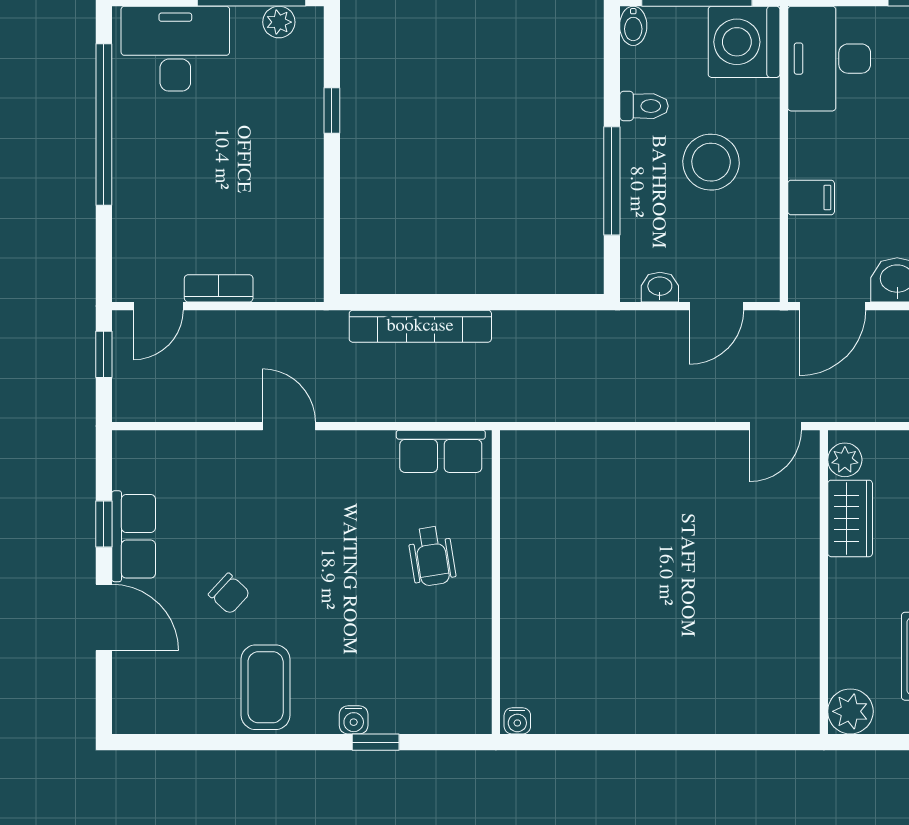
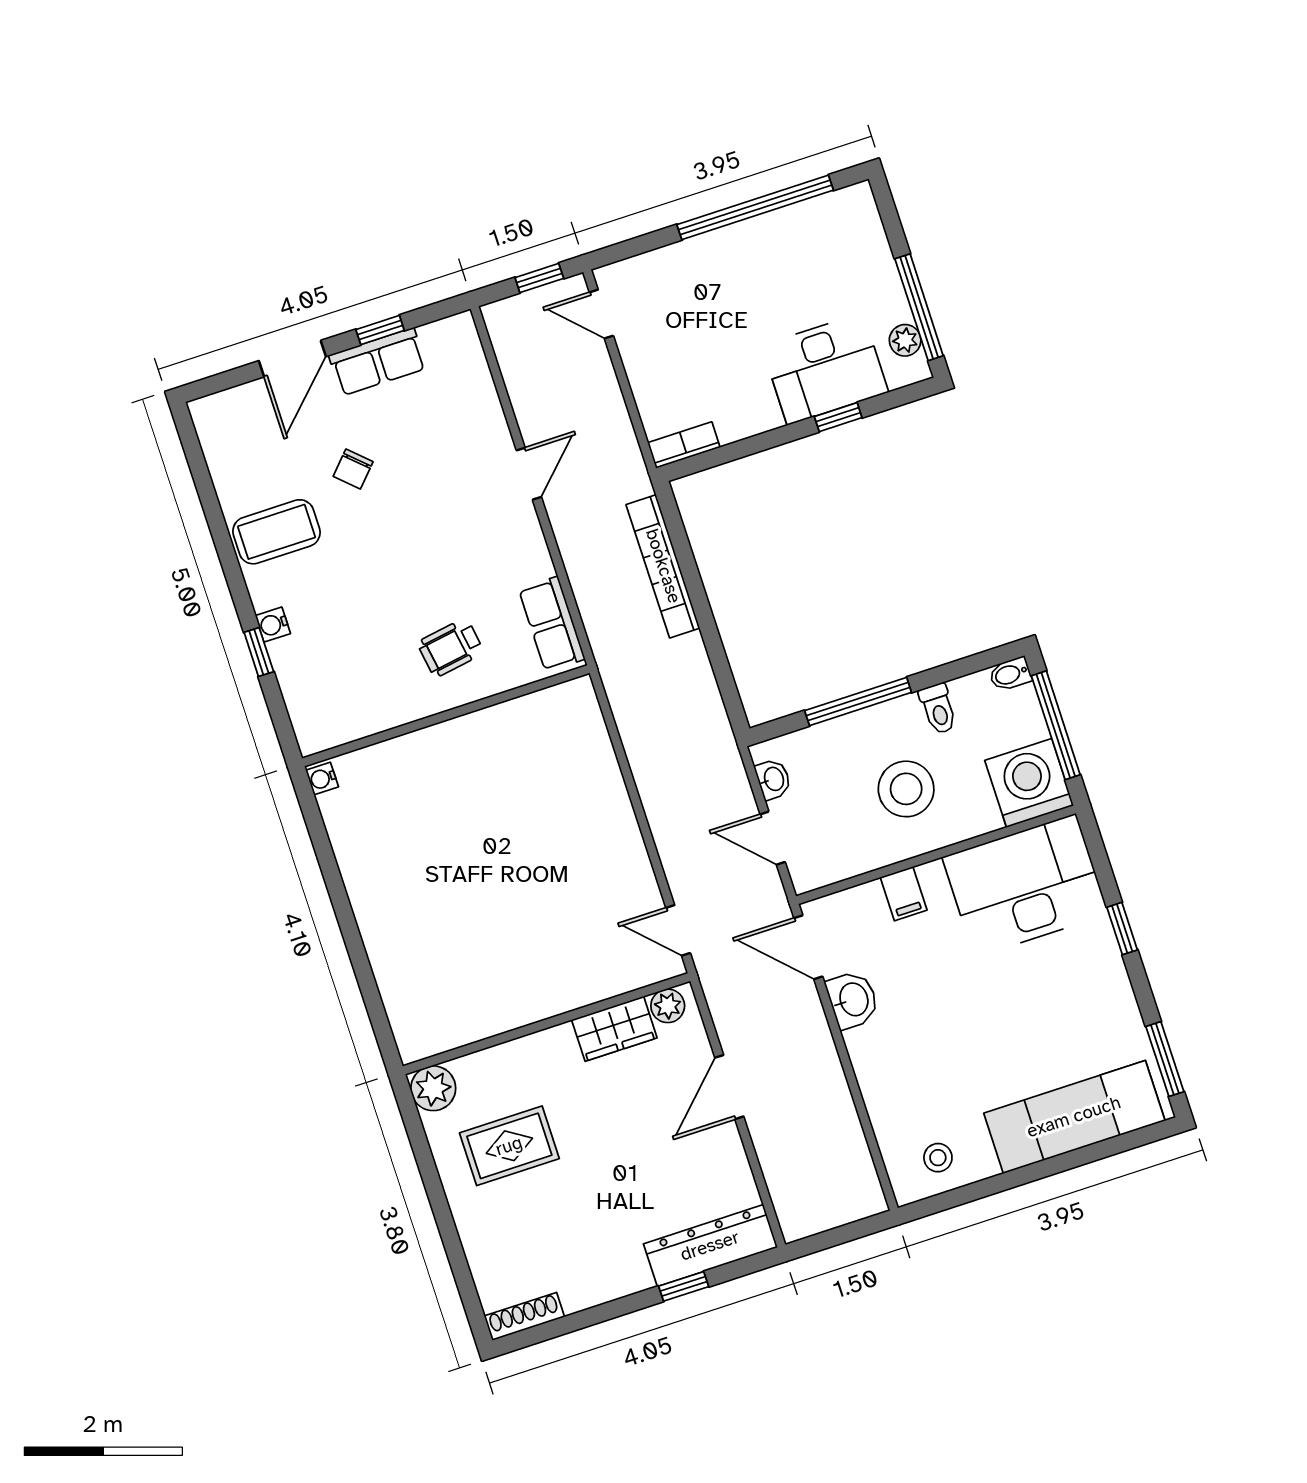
desk: (175, 49) -> (825, 369), moved, turned 90
desk: (829, 59) -> (1025, 885), width x1.36, depth x1.30
bookcase: (219, 288) -> (684, 445), moved, turned -90

